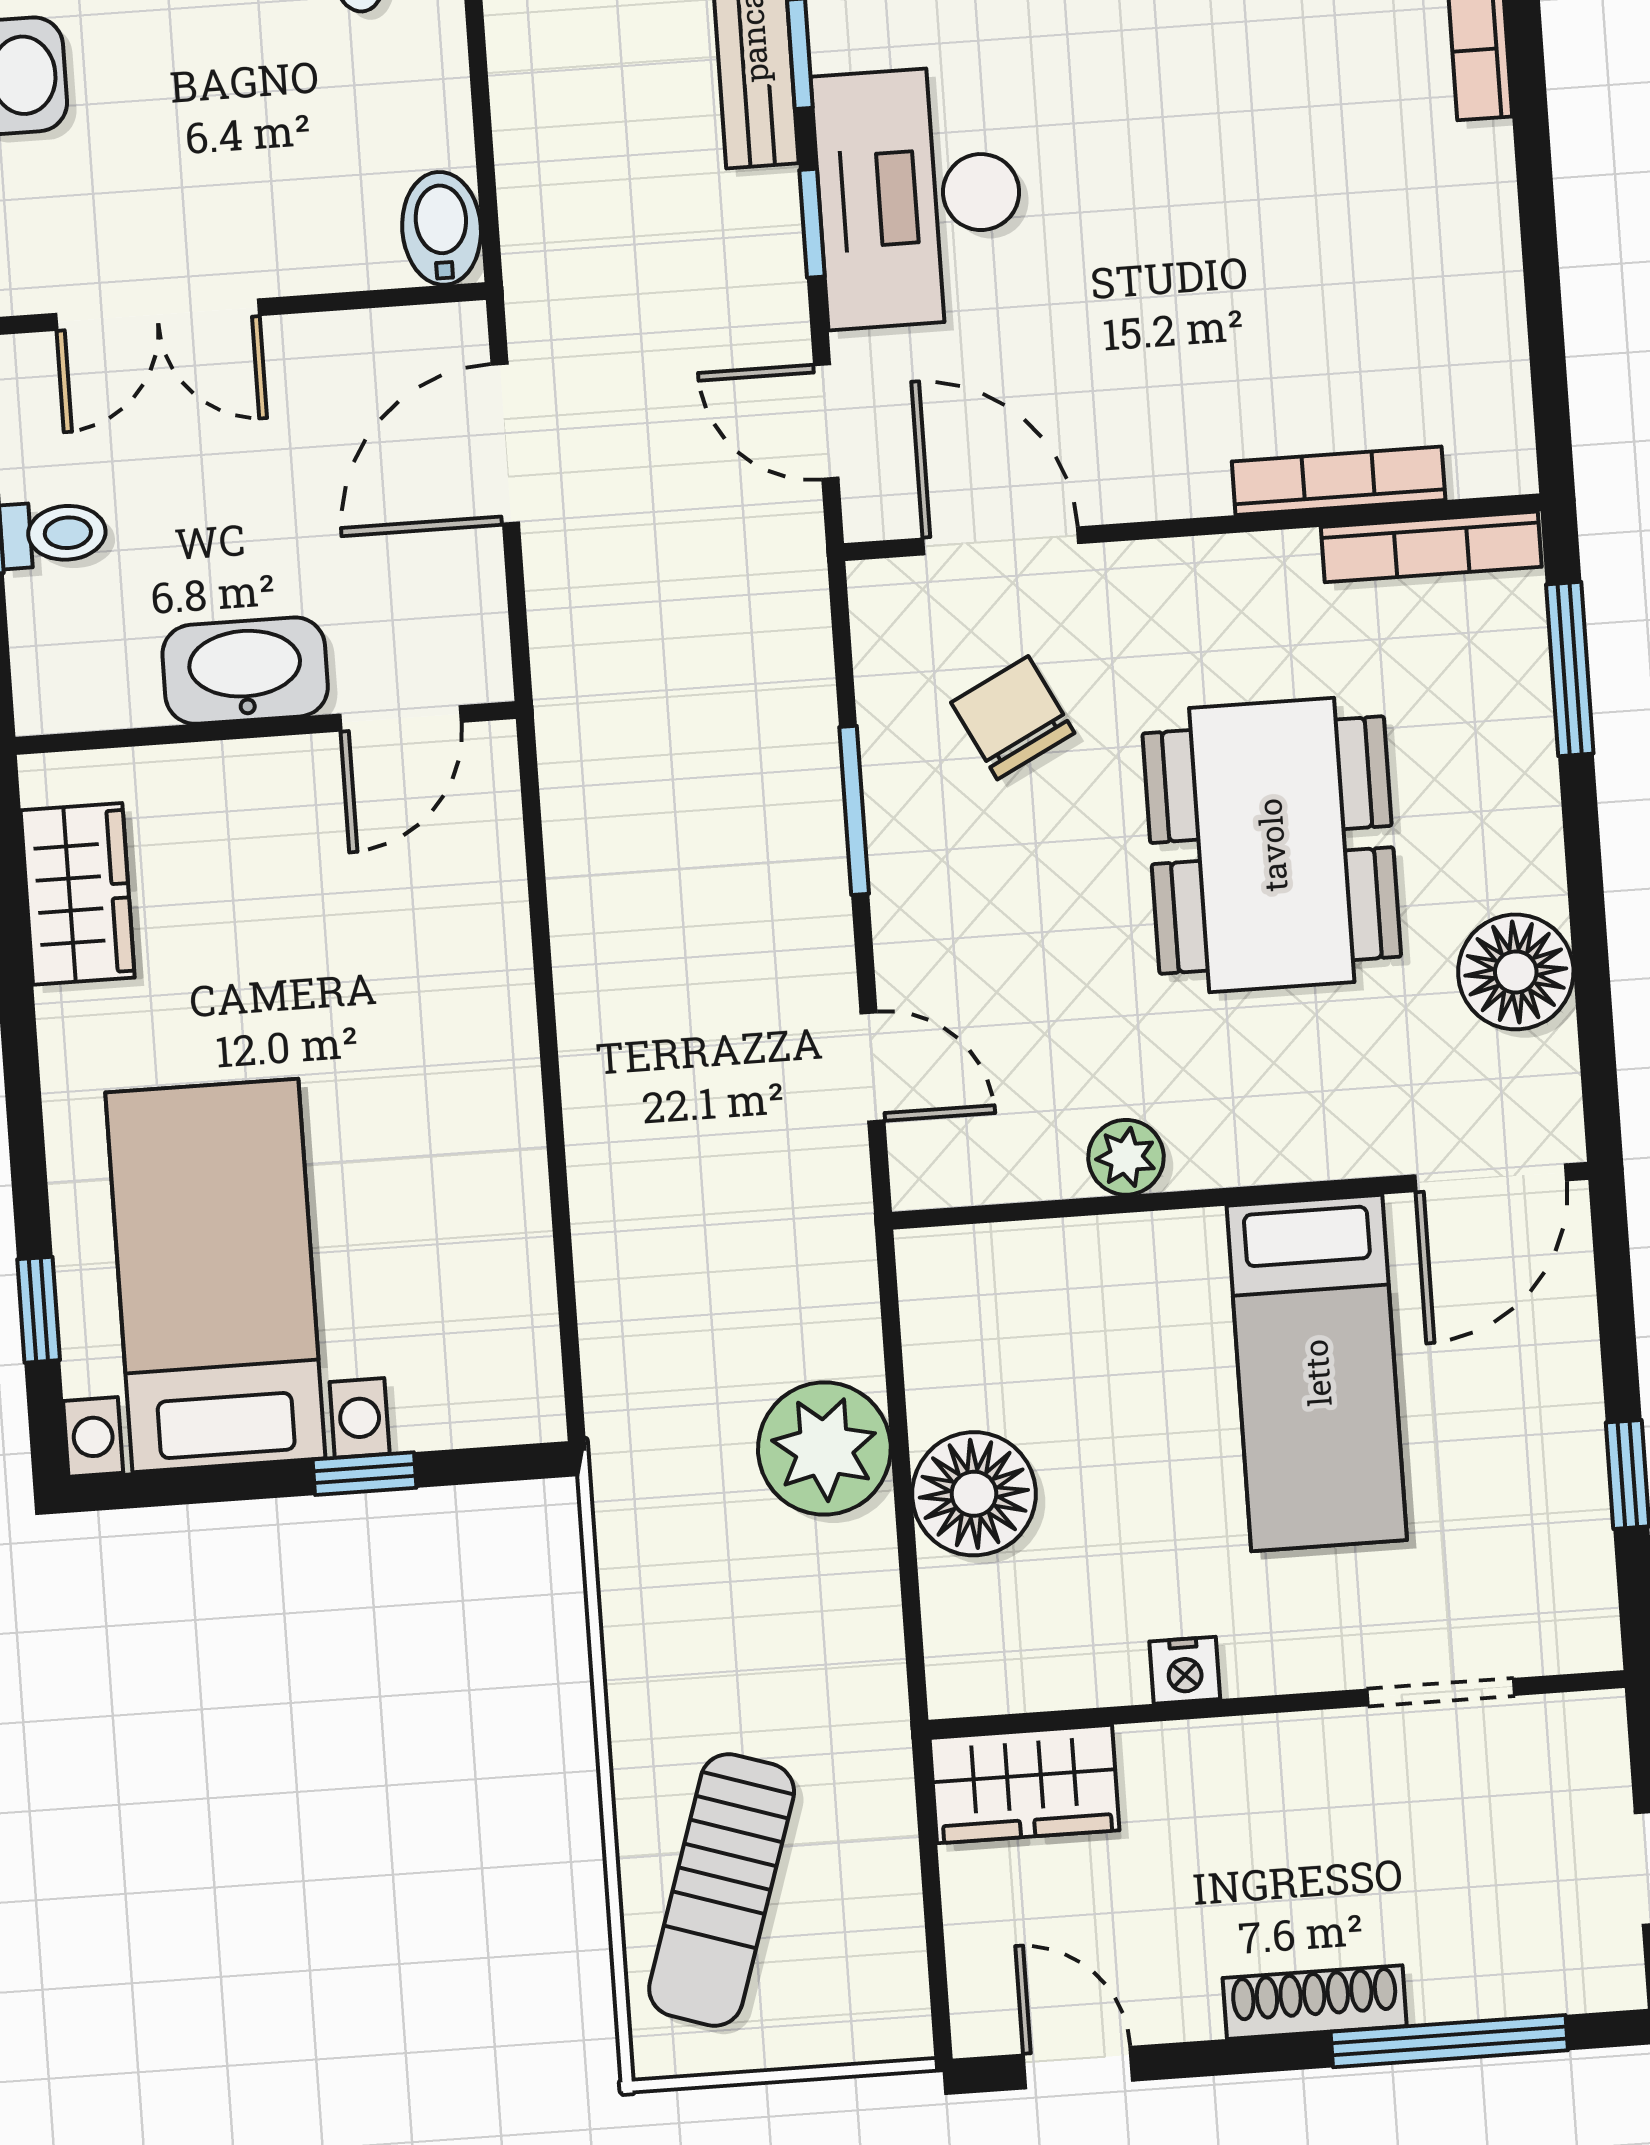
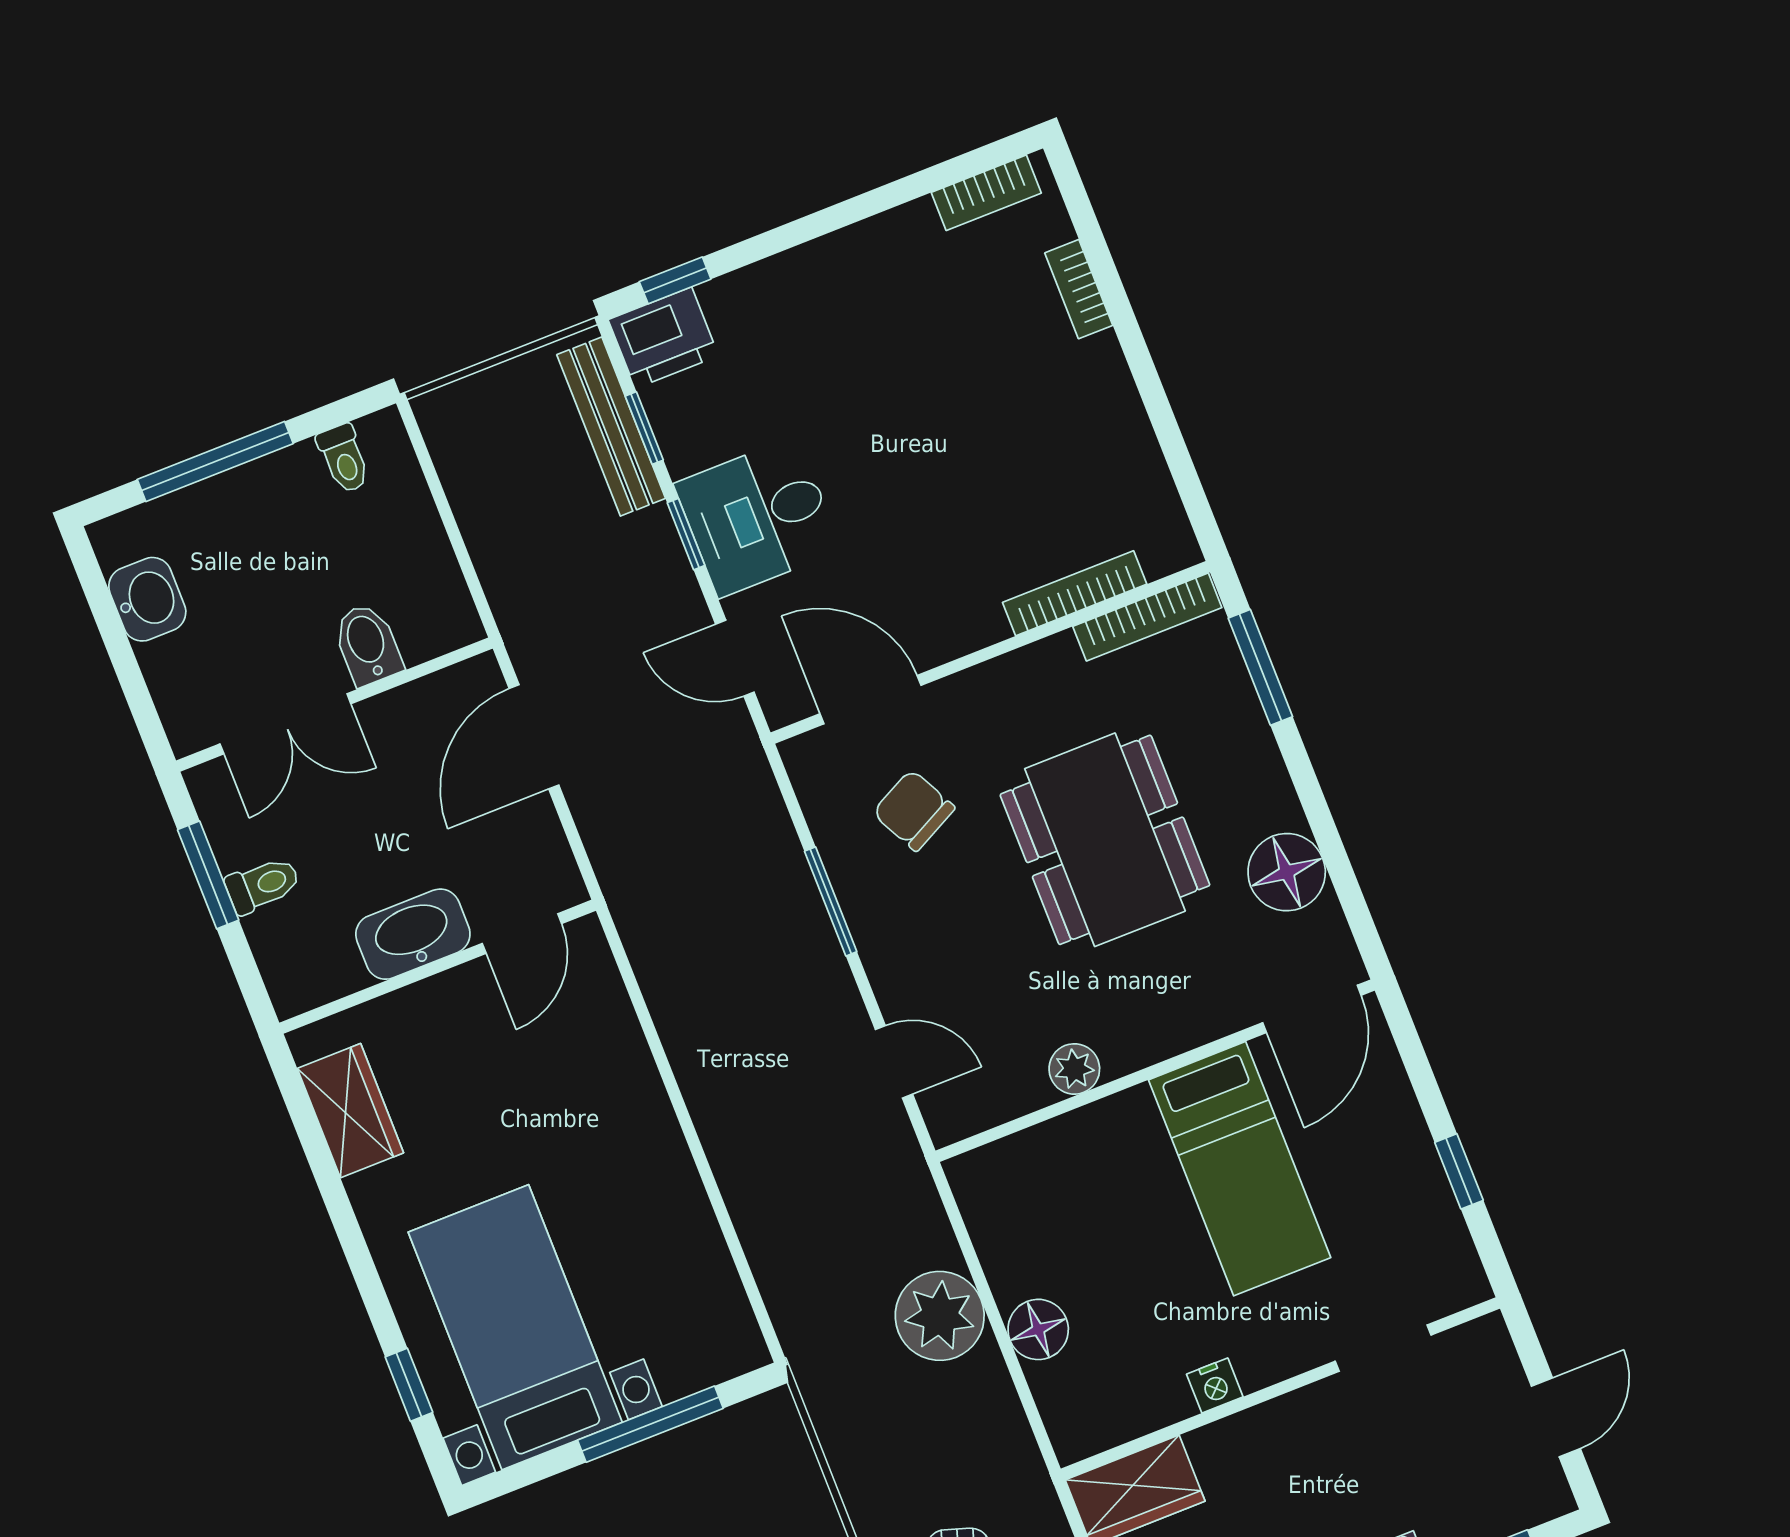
desk: (919, 196) -> (758, 517), width x0.73
bidet: (442, 228) -> (367, 644), moved
window: (365, 1474) -> (650, 1424), width x2.17
floor lamp: (974, 1494) -> (1038, 1329), width x0.73, depth x0.73

